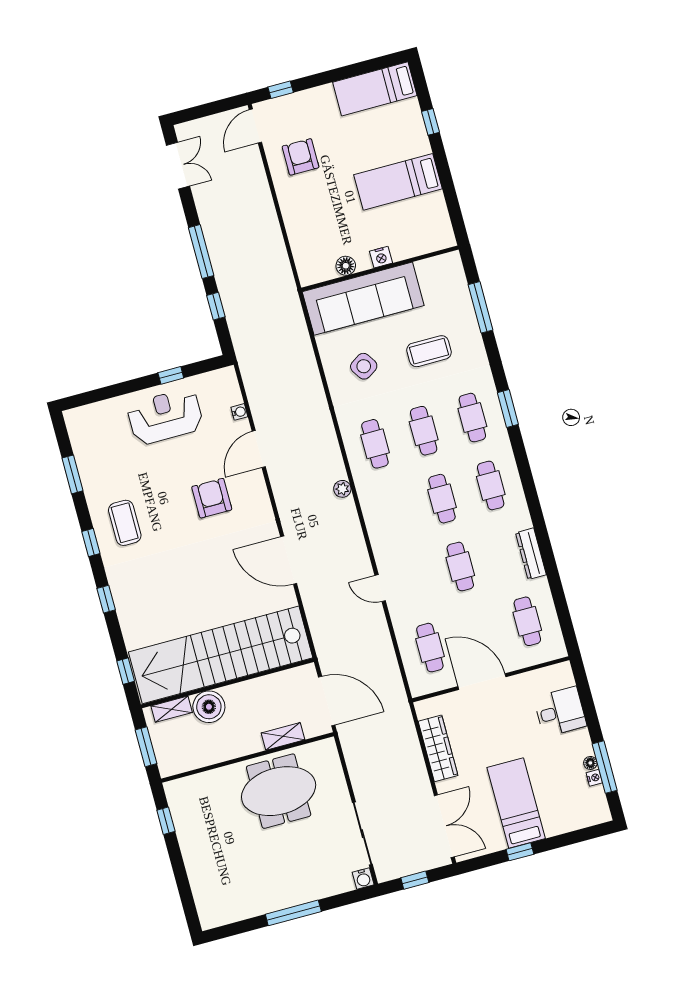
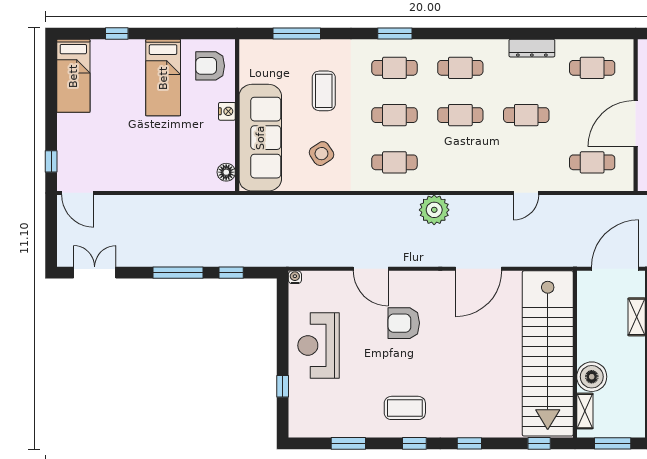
armchair: (301, 157) -> (210, 66), moved
floor lamp: (346, 266) -> (226, 172), moved
window: (171, 375) -> (283, 386), moved
water cooler: (239, 412) -> (295, 277), moved
plant: (342, 489) -> (434, 210), width x1.88, depth x1.88

